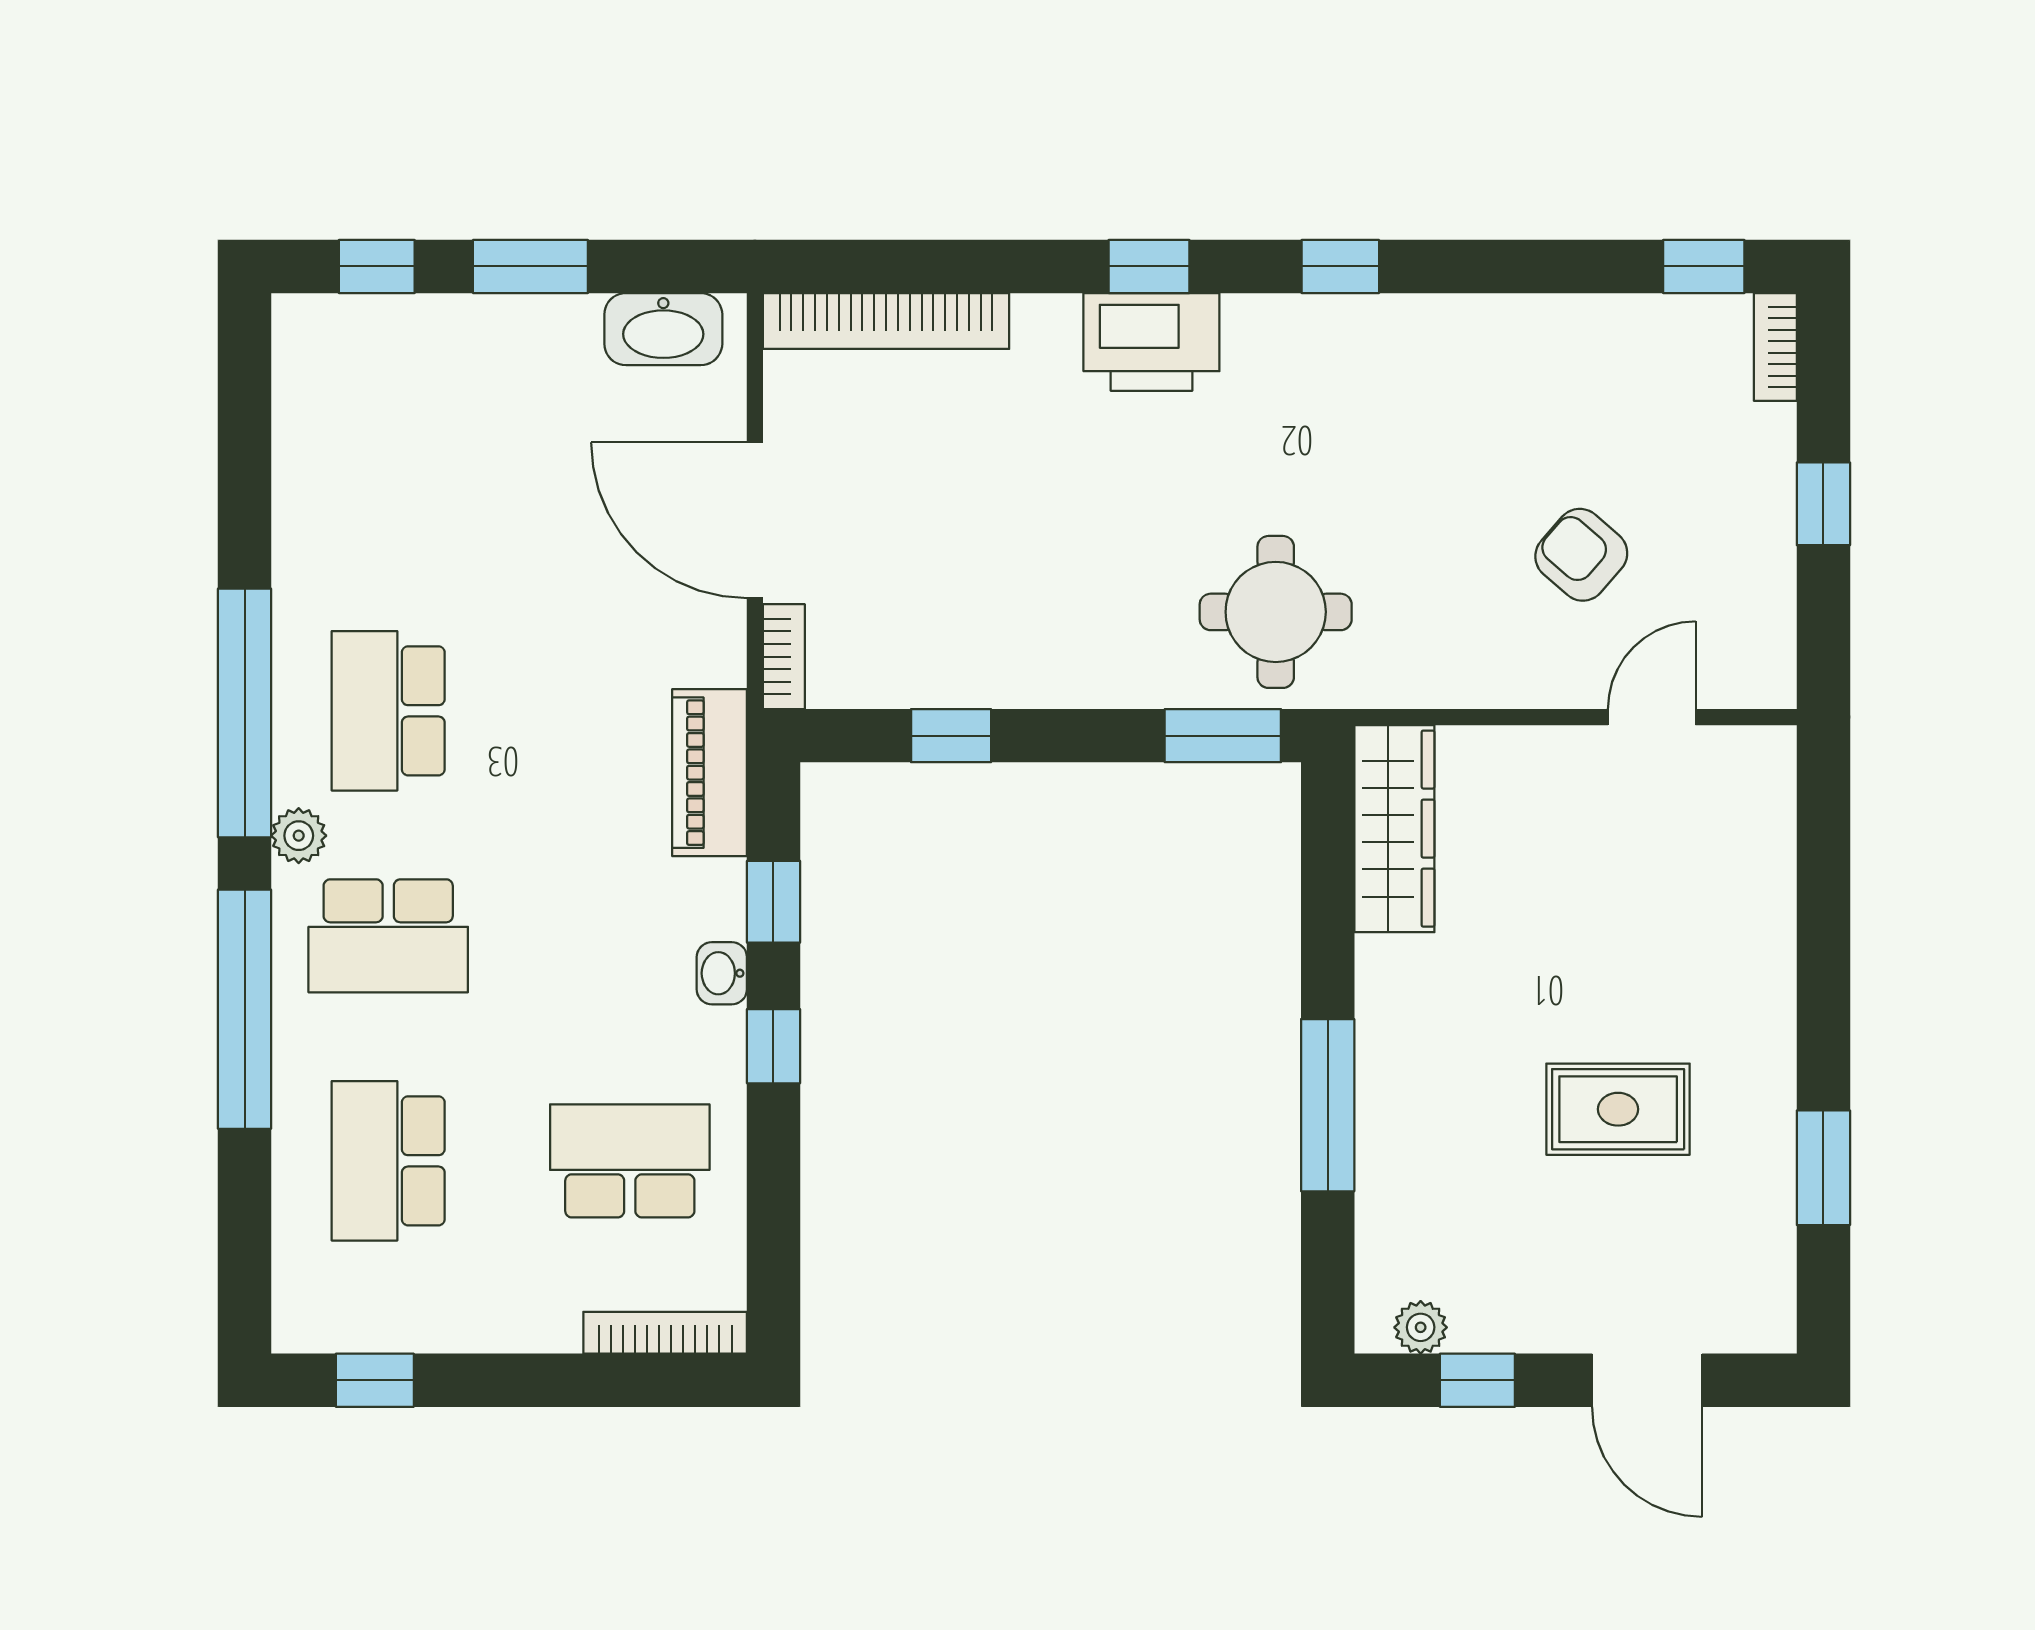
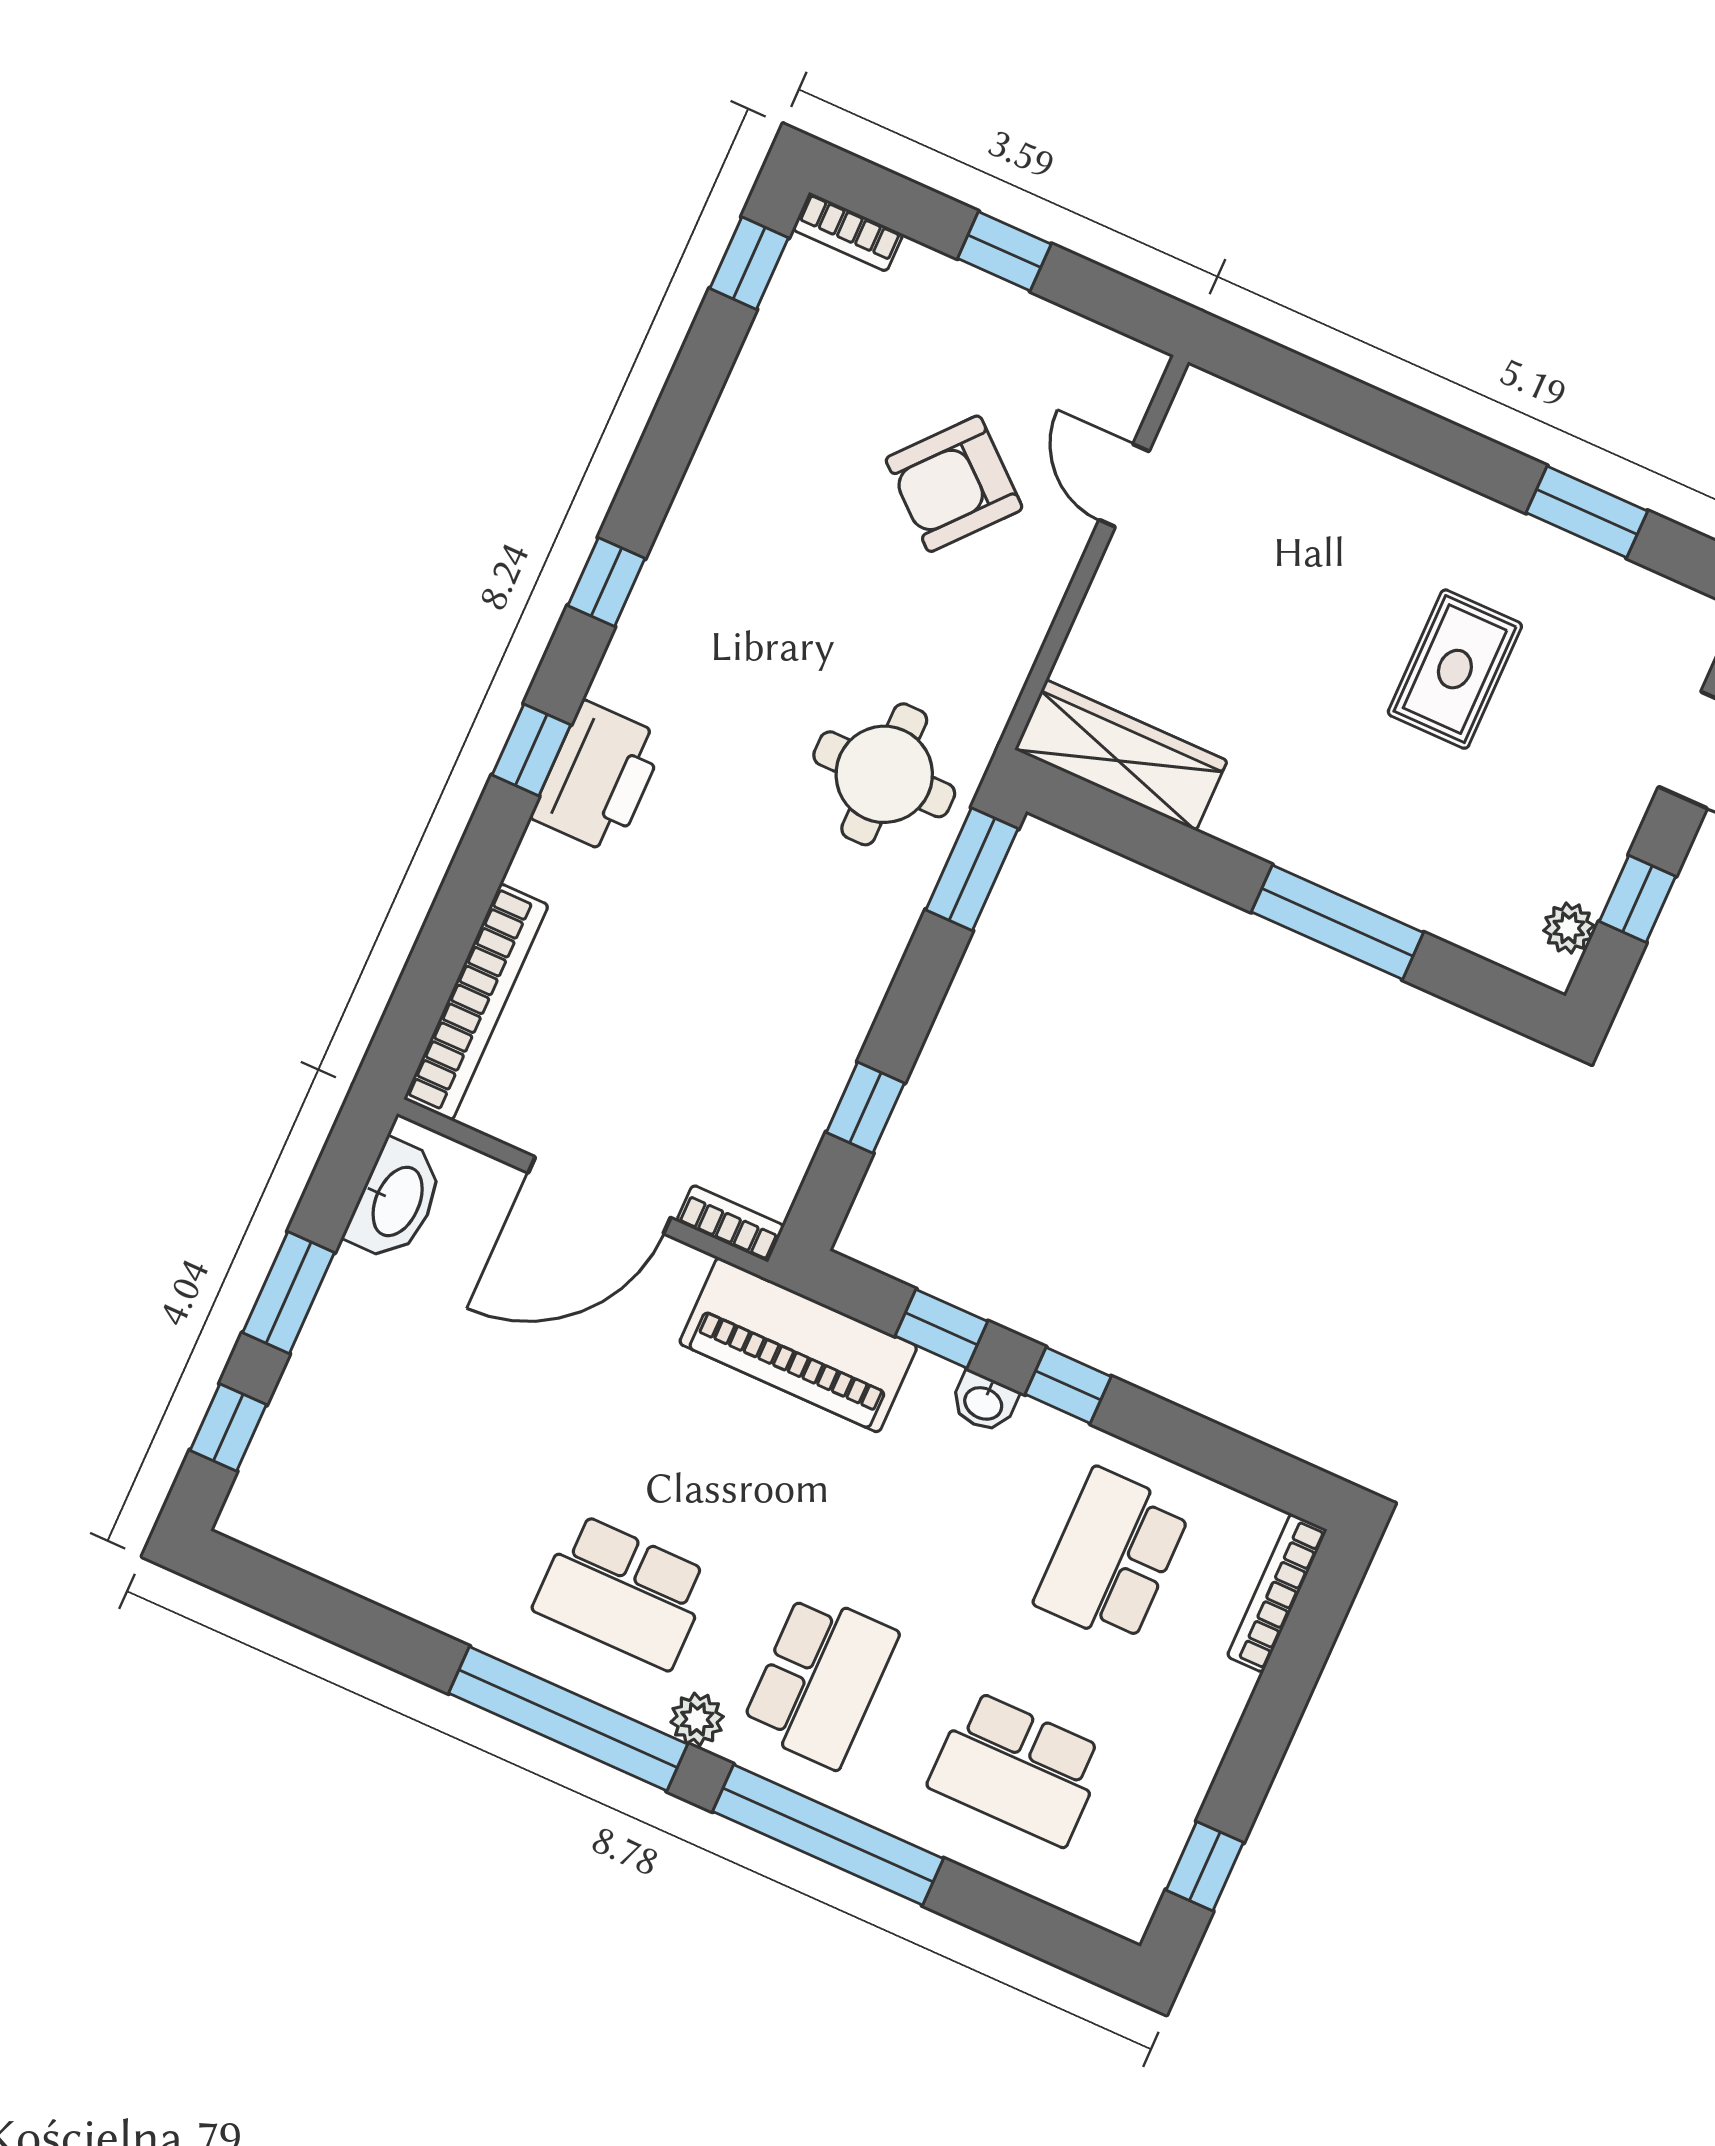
armchair: (1581, 555) -> (954, 484), width x1.38, depth x1.38
piano: (710, 773) -> (798, 1345), width x1.37, depth x1.33

